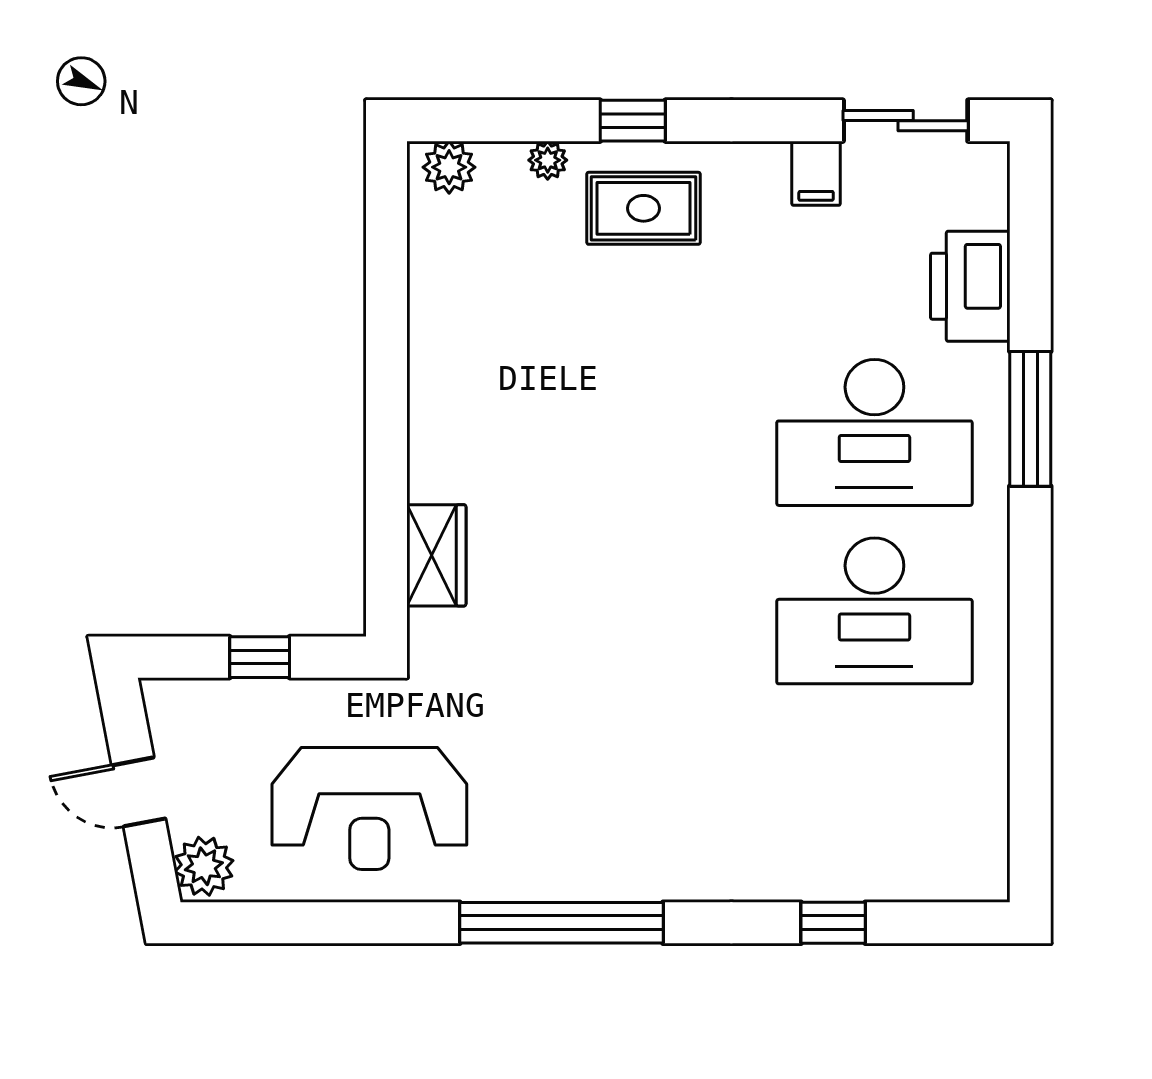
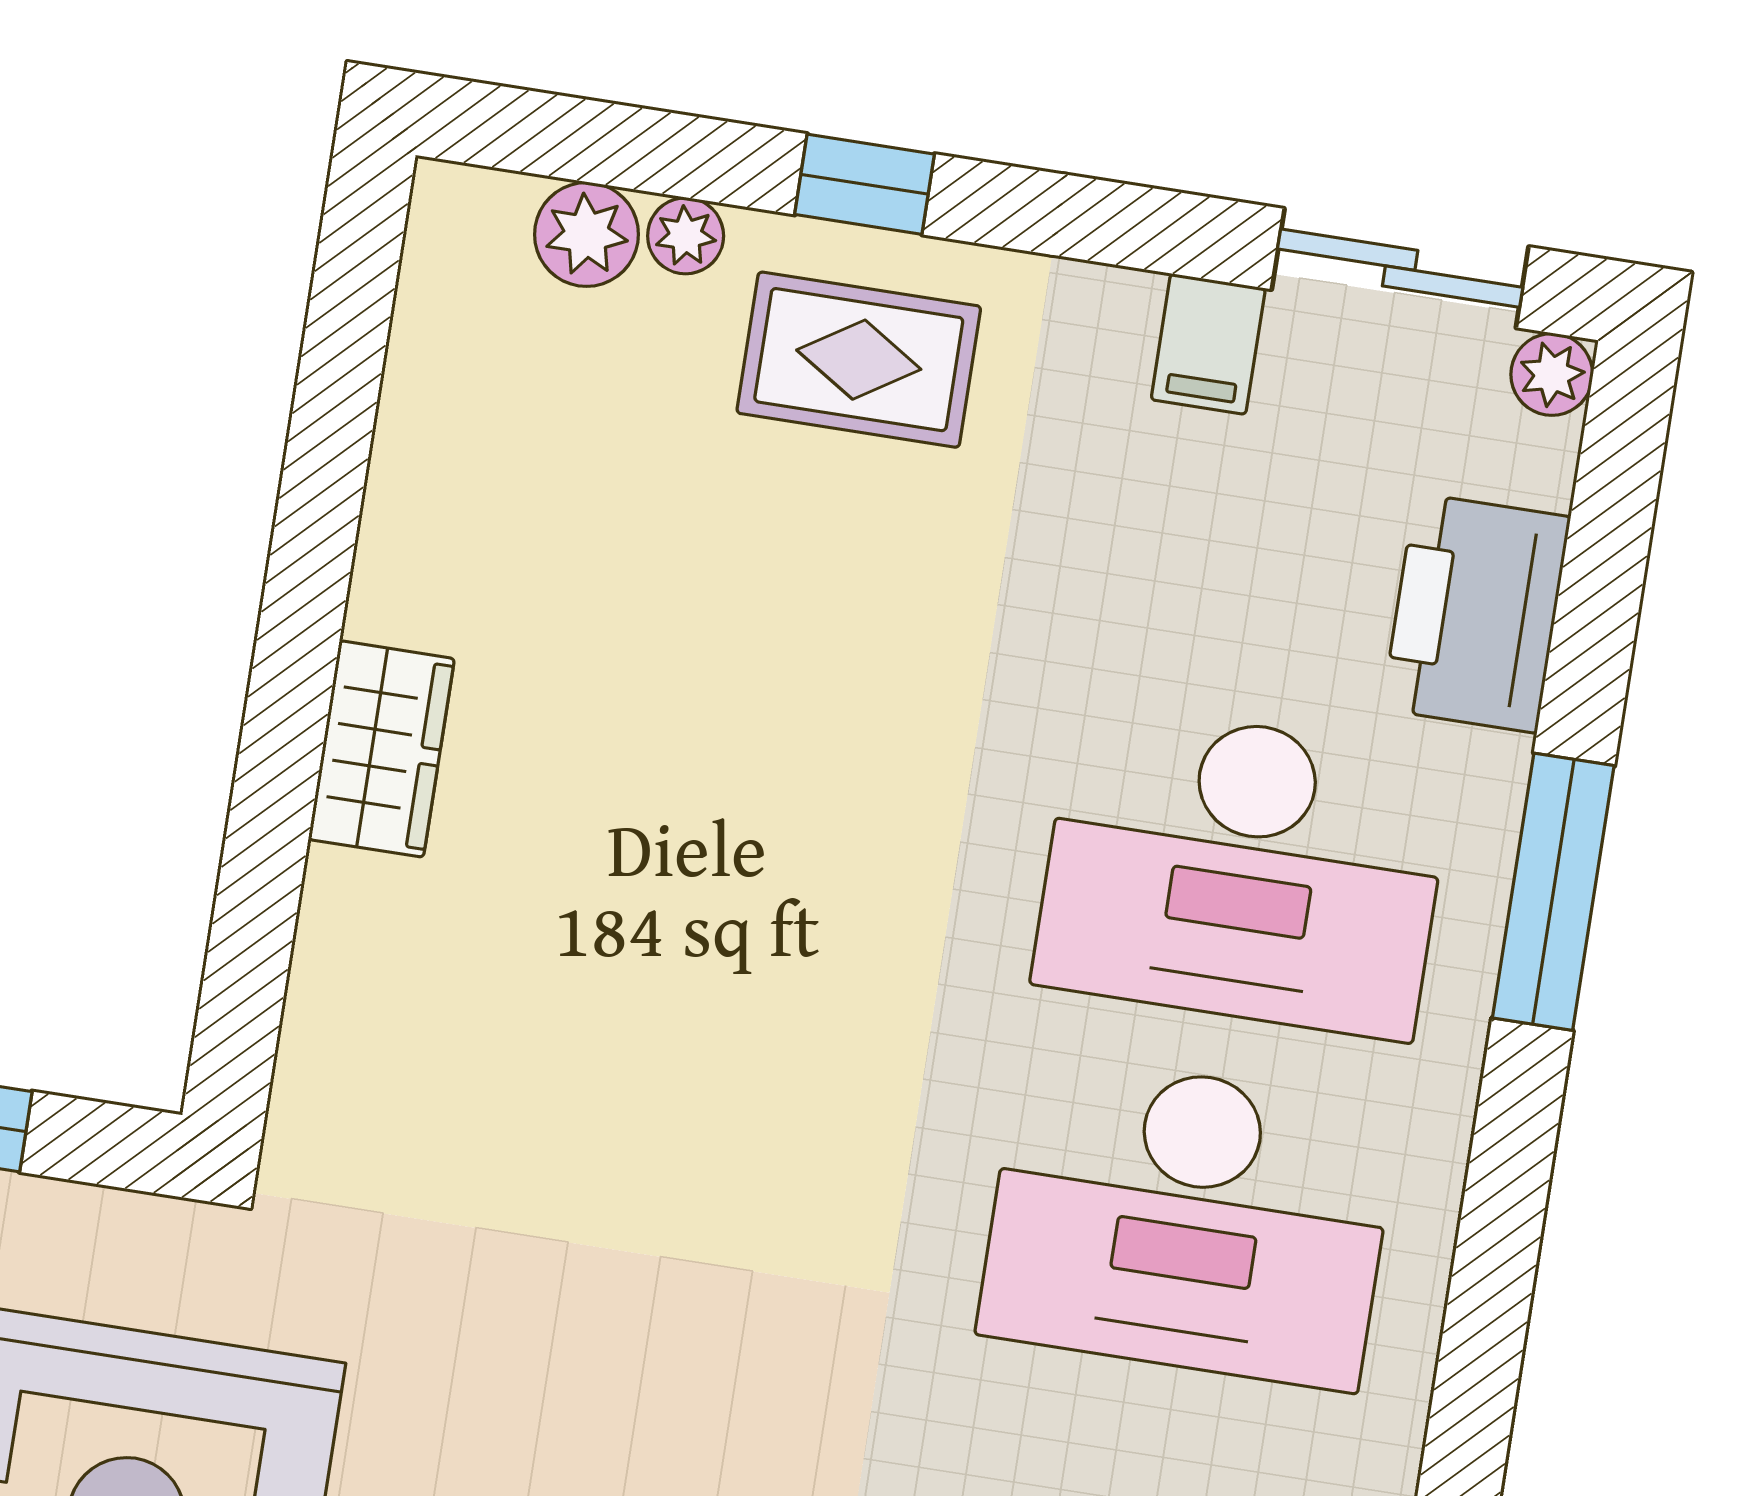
plant: (989, 162) -> (1552, 374), added
plant: (449, 167) -> (587, 234), moved
wardrobe: (436, 555) -> (381, 749), moved

